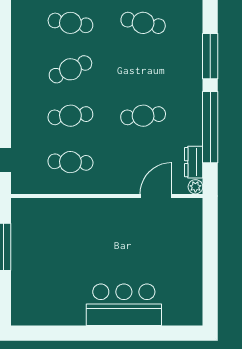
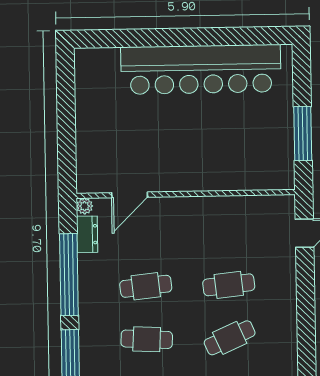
cafe table: (70, 162) -> (147, 339), moved
bar counter: (124, 305) -> (201, 69), width x1.86

